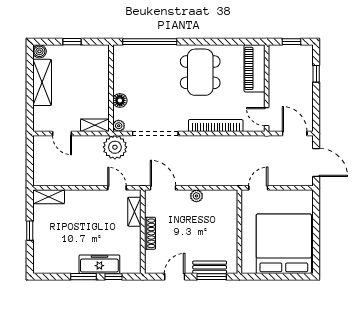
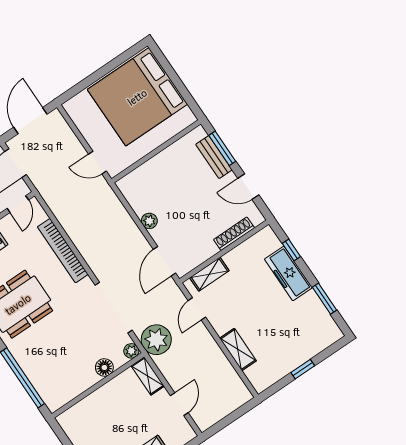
shelving: (49, 197) -> (238, 350), moved
shoe rack: (150, 233) -> (234, 234), moved
window: (84, 277) -> (324, 299), moved

